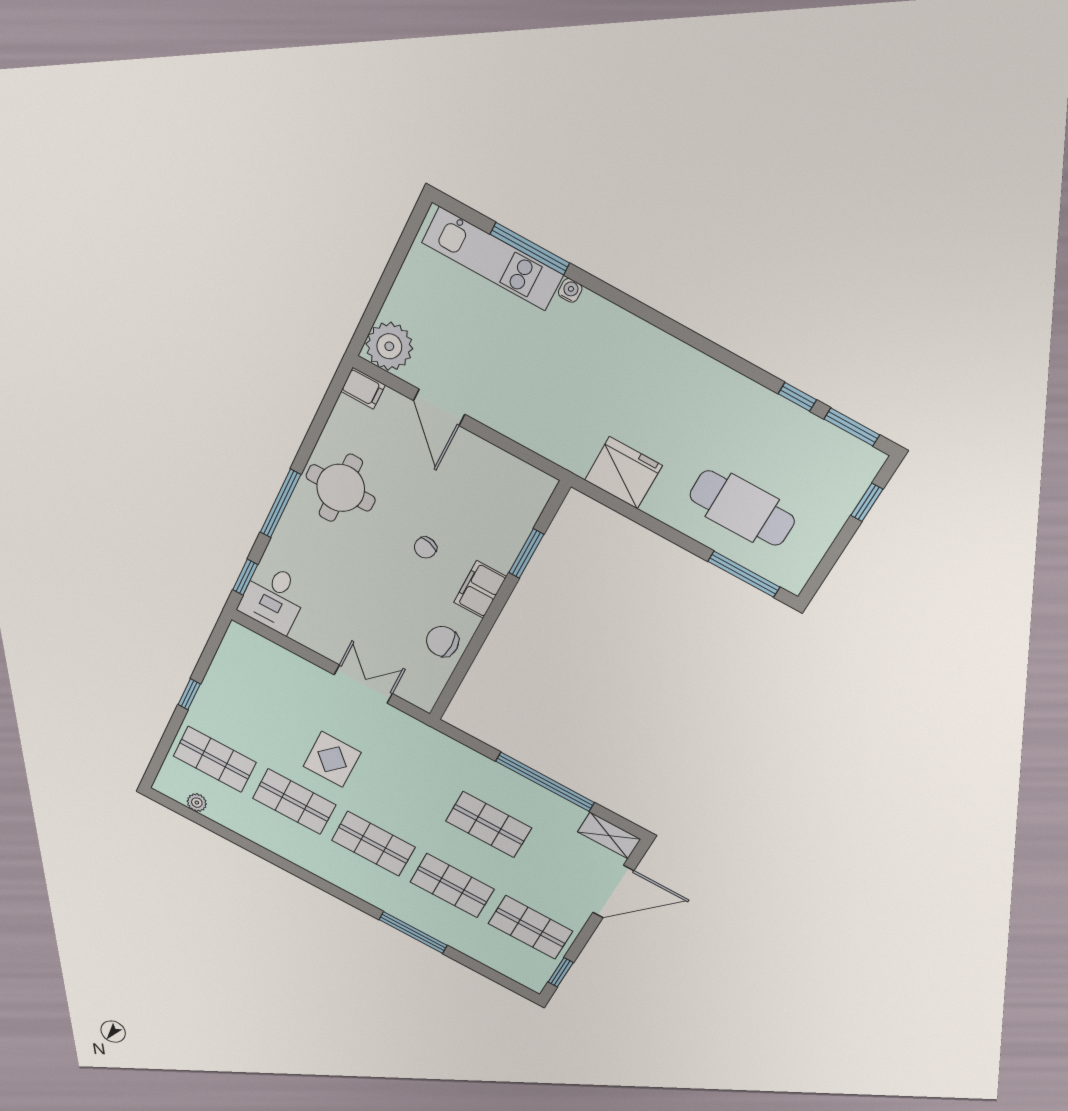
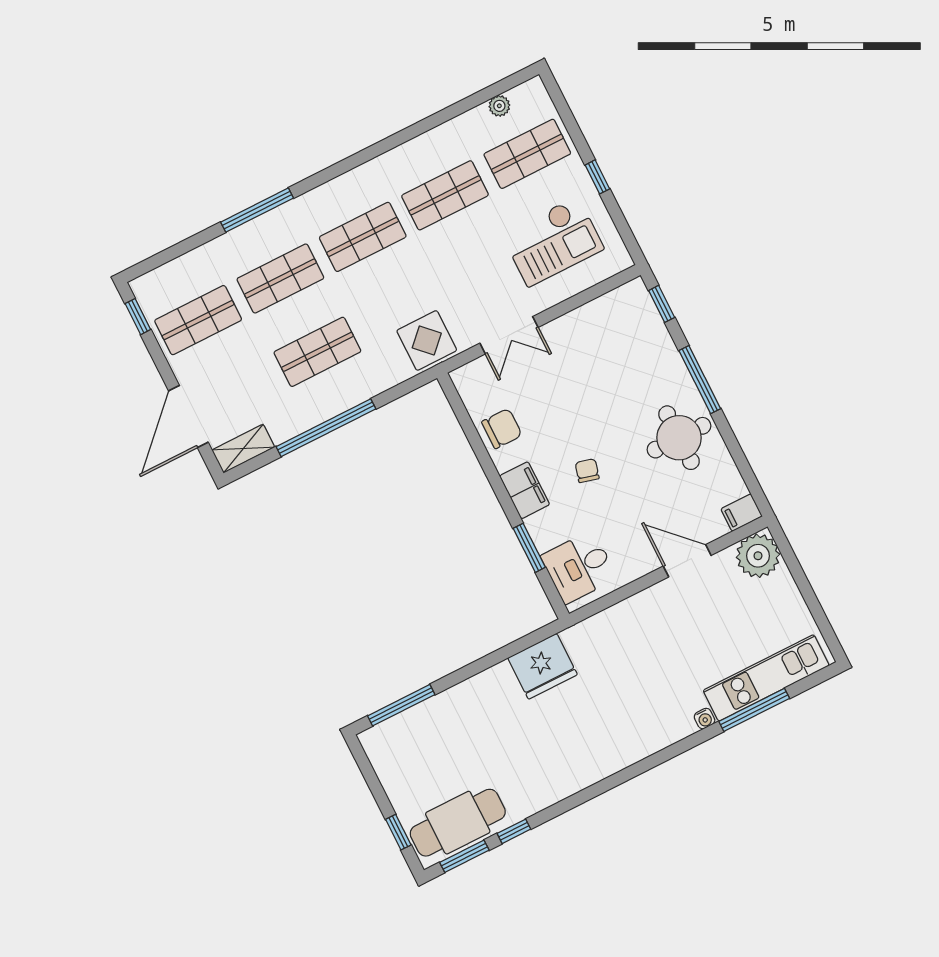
cafe table: (742, 508) -> (458, 823), moved
desk: (273, 598) -> (579, 567), moved, turned -90
checkout: (264, 697) -> (553, 241), added
display table: (332, 759) -> (427, 340), moved

